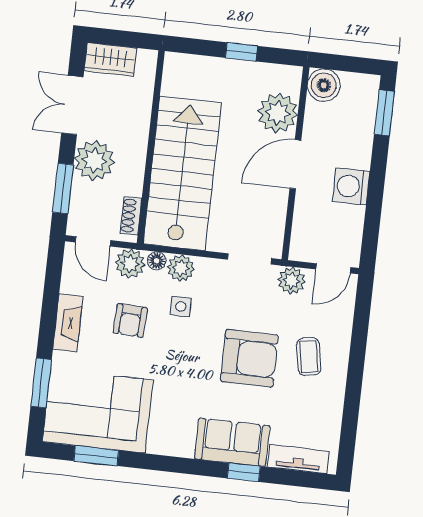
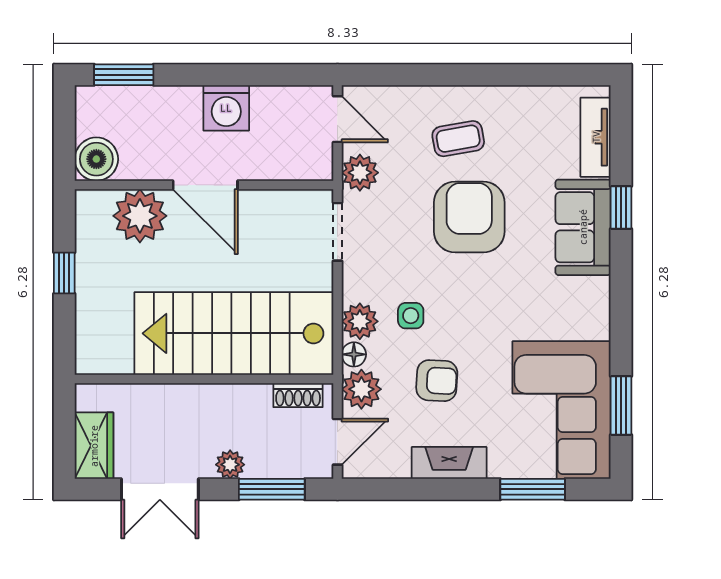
plant: (94, 160) -> (230, 465), width x0.53, depth x0.53

